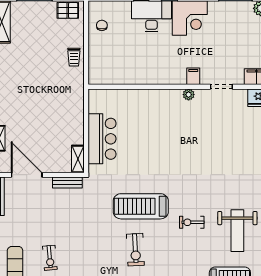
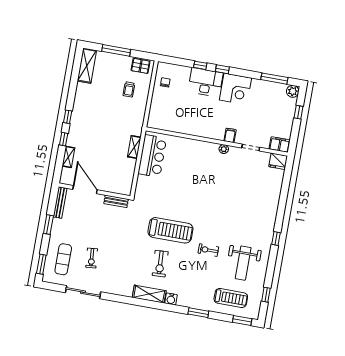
trolley: (74, 57) -> (129, 89), moved
bar counter: (102, 139) -> (152, 156), moved
shelving: (78, 159) -> (134, 147), moved
treadmill: (141, 206) -> (170, 230), turned 180

